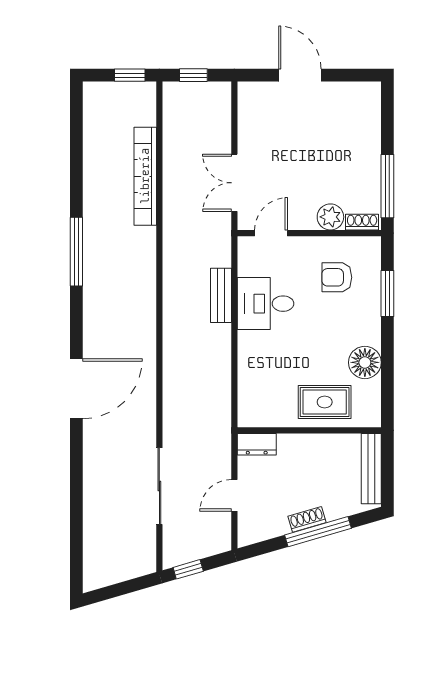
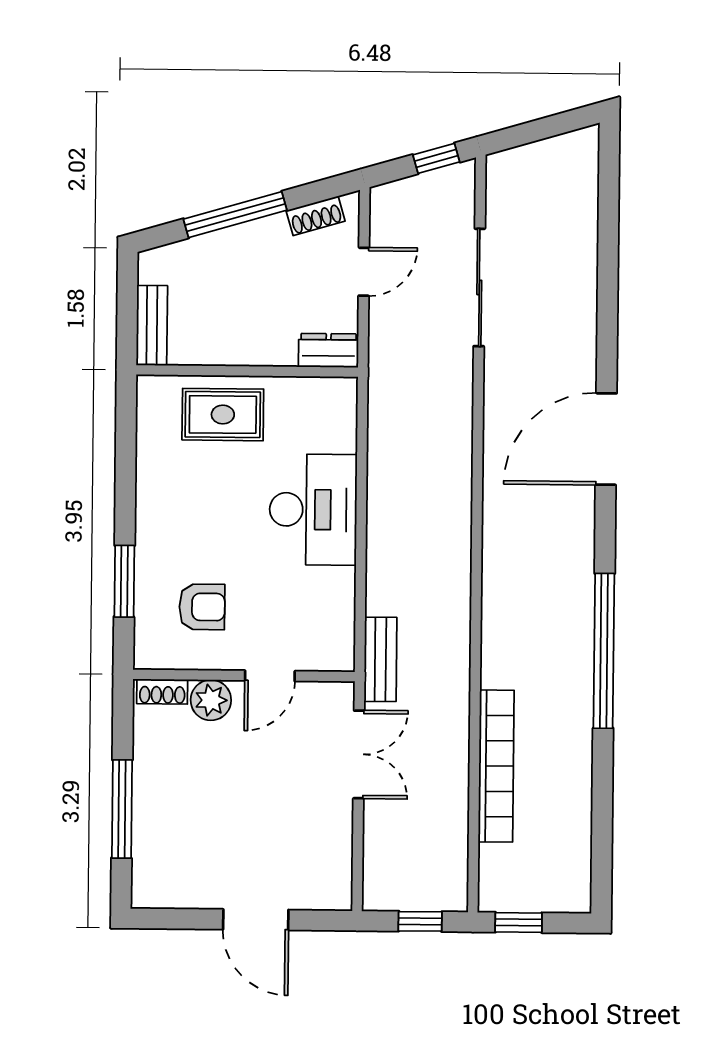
window: (387, 186) -> (122, 809), moved
door: (271, 233) -> (270, 676), moved
window: (76, 252) -> (604, 651), width x1.46
bench: (221, 295) -> (380, 659), moved
desk: (265, 304) -> (313, 510), moved, width x1.37
floor lamp: (365, 362) -> (160, 475), removed
bench: (371, 469) -> (152, 325), width x0.73
shoe rack: (307, 519) -> (316, 216), moved

